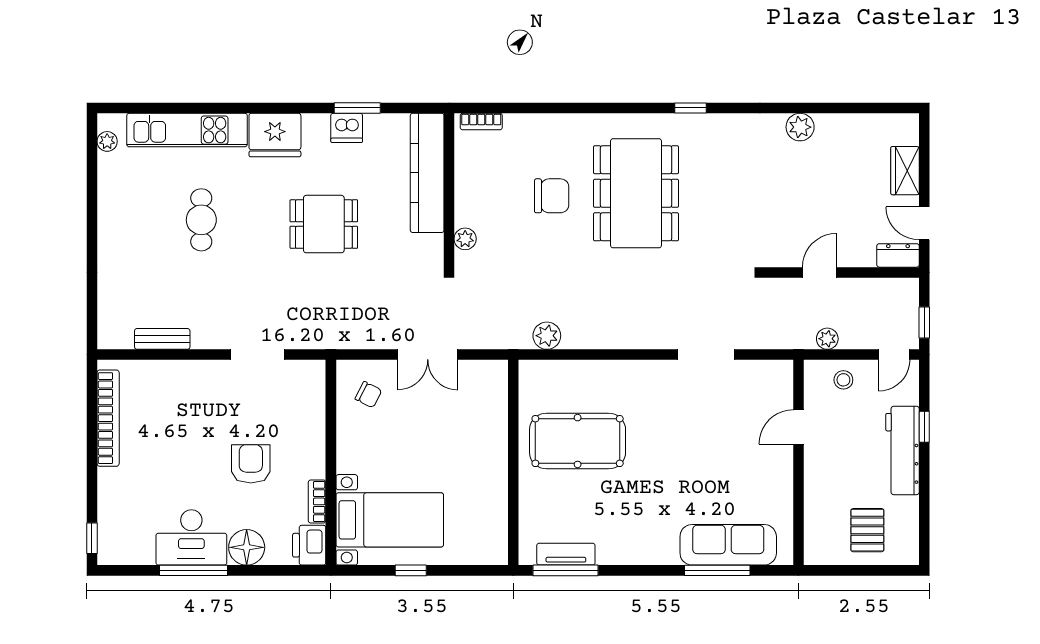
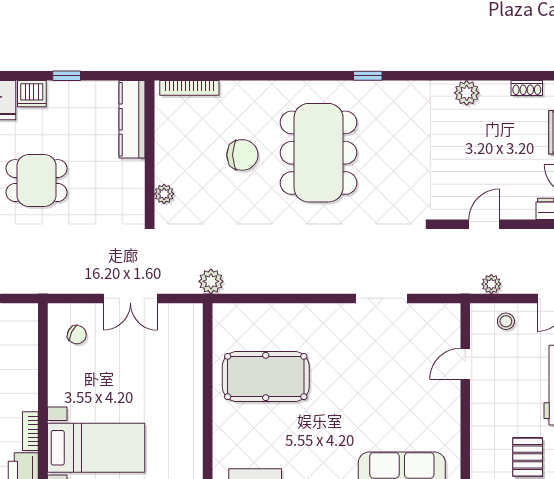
window: (357, 108) -> (67, 76), width x0.67
bookcase: (481, 122) -> (189, 88), width x1.56
shoe rack: (867, 122) -> (527, 88), added
dishwasher: (347, 128) -> (32, 94), moved
kitchen counter: (427, 173) -> (132, 119), width x0.72, depth x0.86
plant: (547, 336) -> (211, 281), moved

